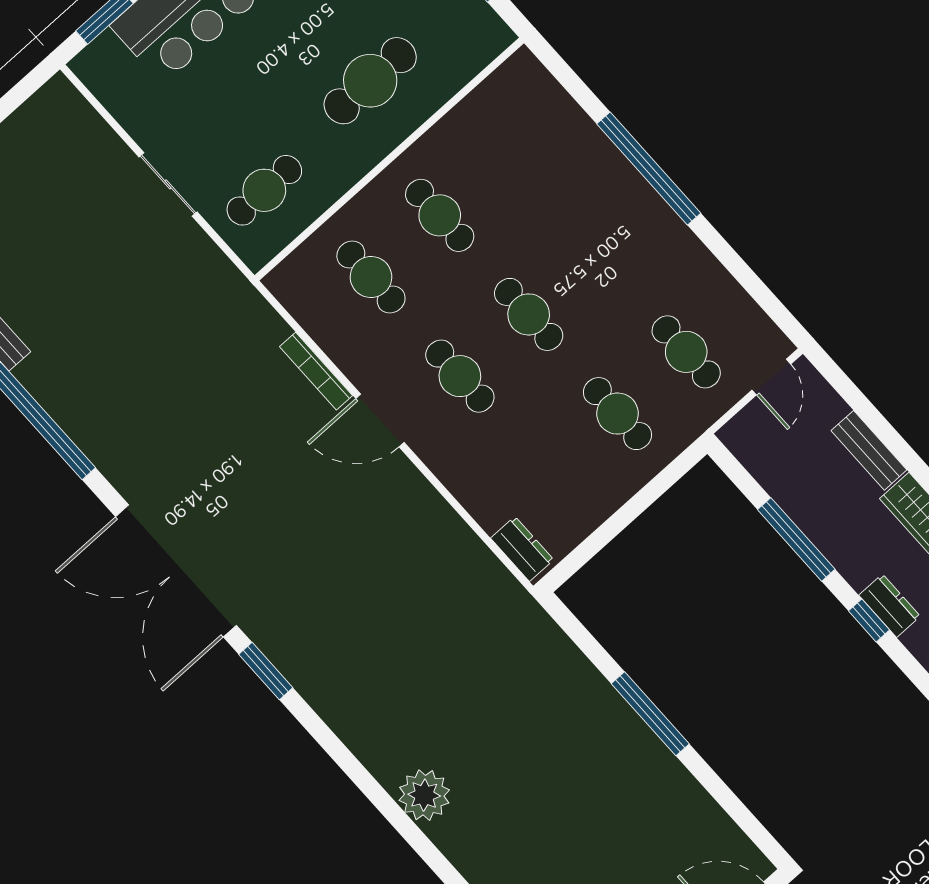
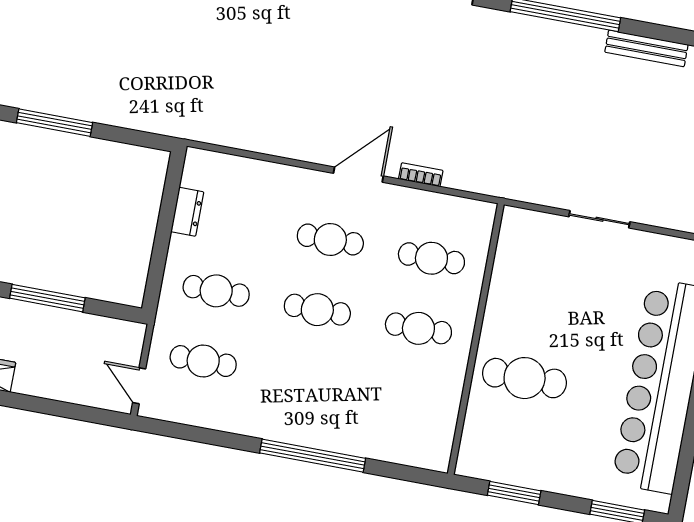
cafe table: (370, 81) -> (525, 378), turned 90
cafe table: (264, 190) -> (538, 261), removed
bookcase: (316, 371) -> (421, 175), width x0.64
bench: (869, 450) -> (45, 387), removed
dresser: (522, 549) -> (187, 212), moved, turned -90

